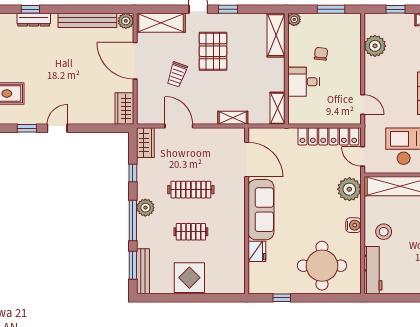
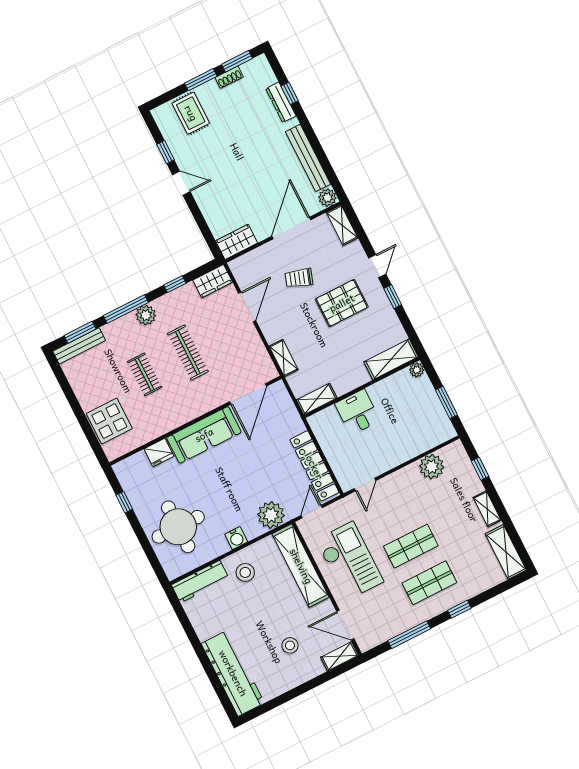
shelving: (161, 23) -> (342, 225), width x0.67, depth x0.75
chair: (321, 54) -> (395, 415), removed
display table: (189, 278) -> (109, 421), moved

